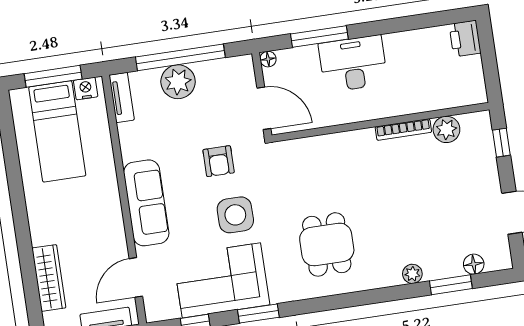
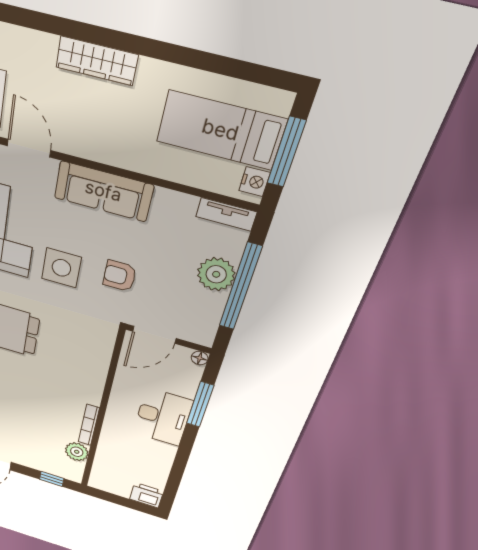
wardrobe: (49, 278) -> (97, 61), moved

